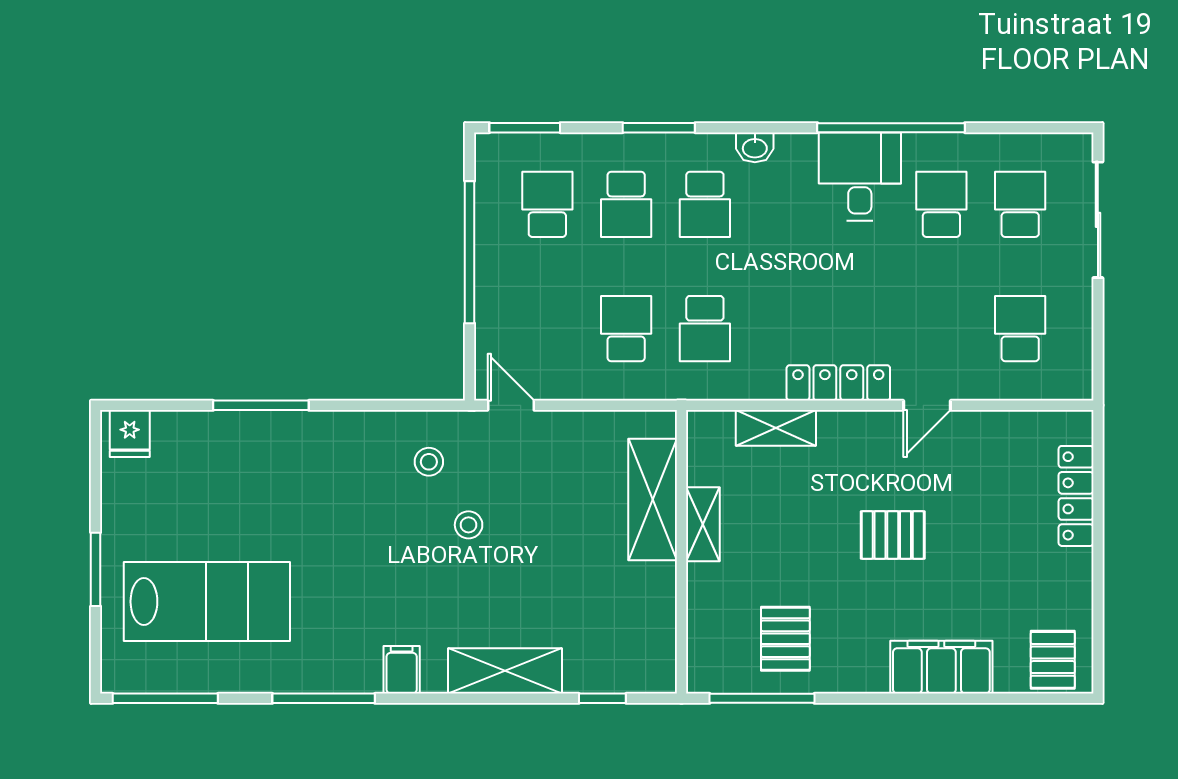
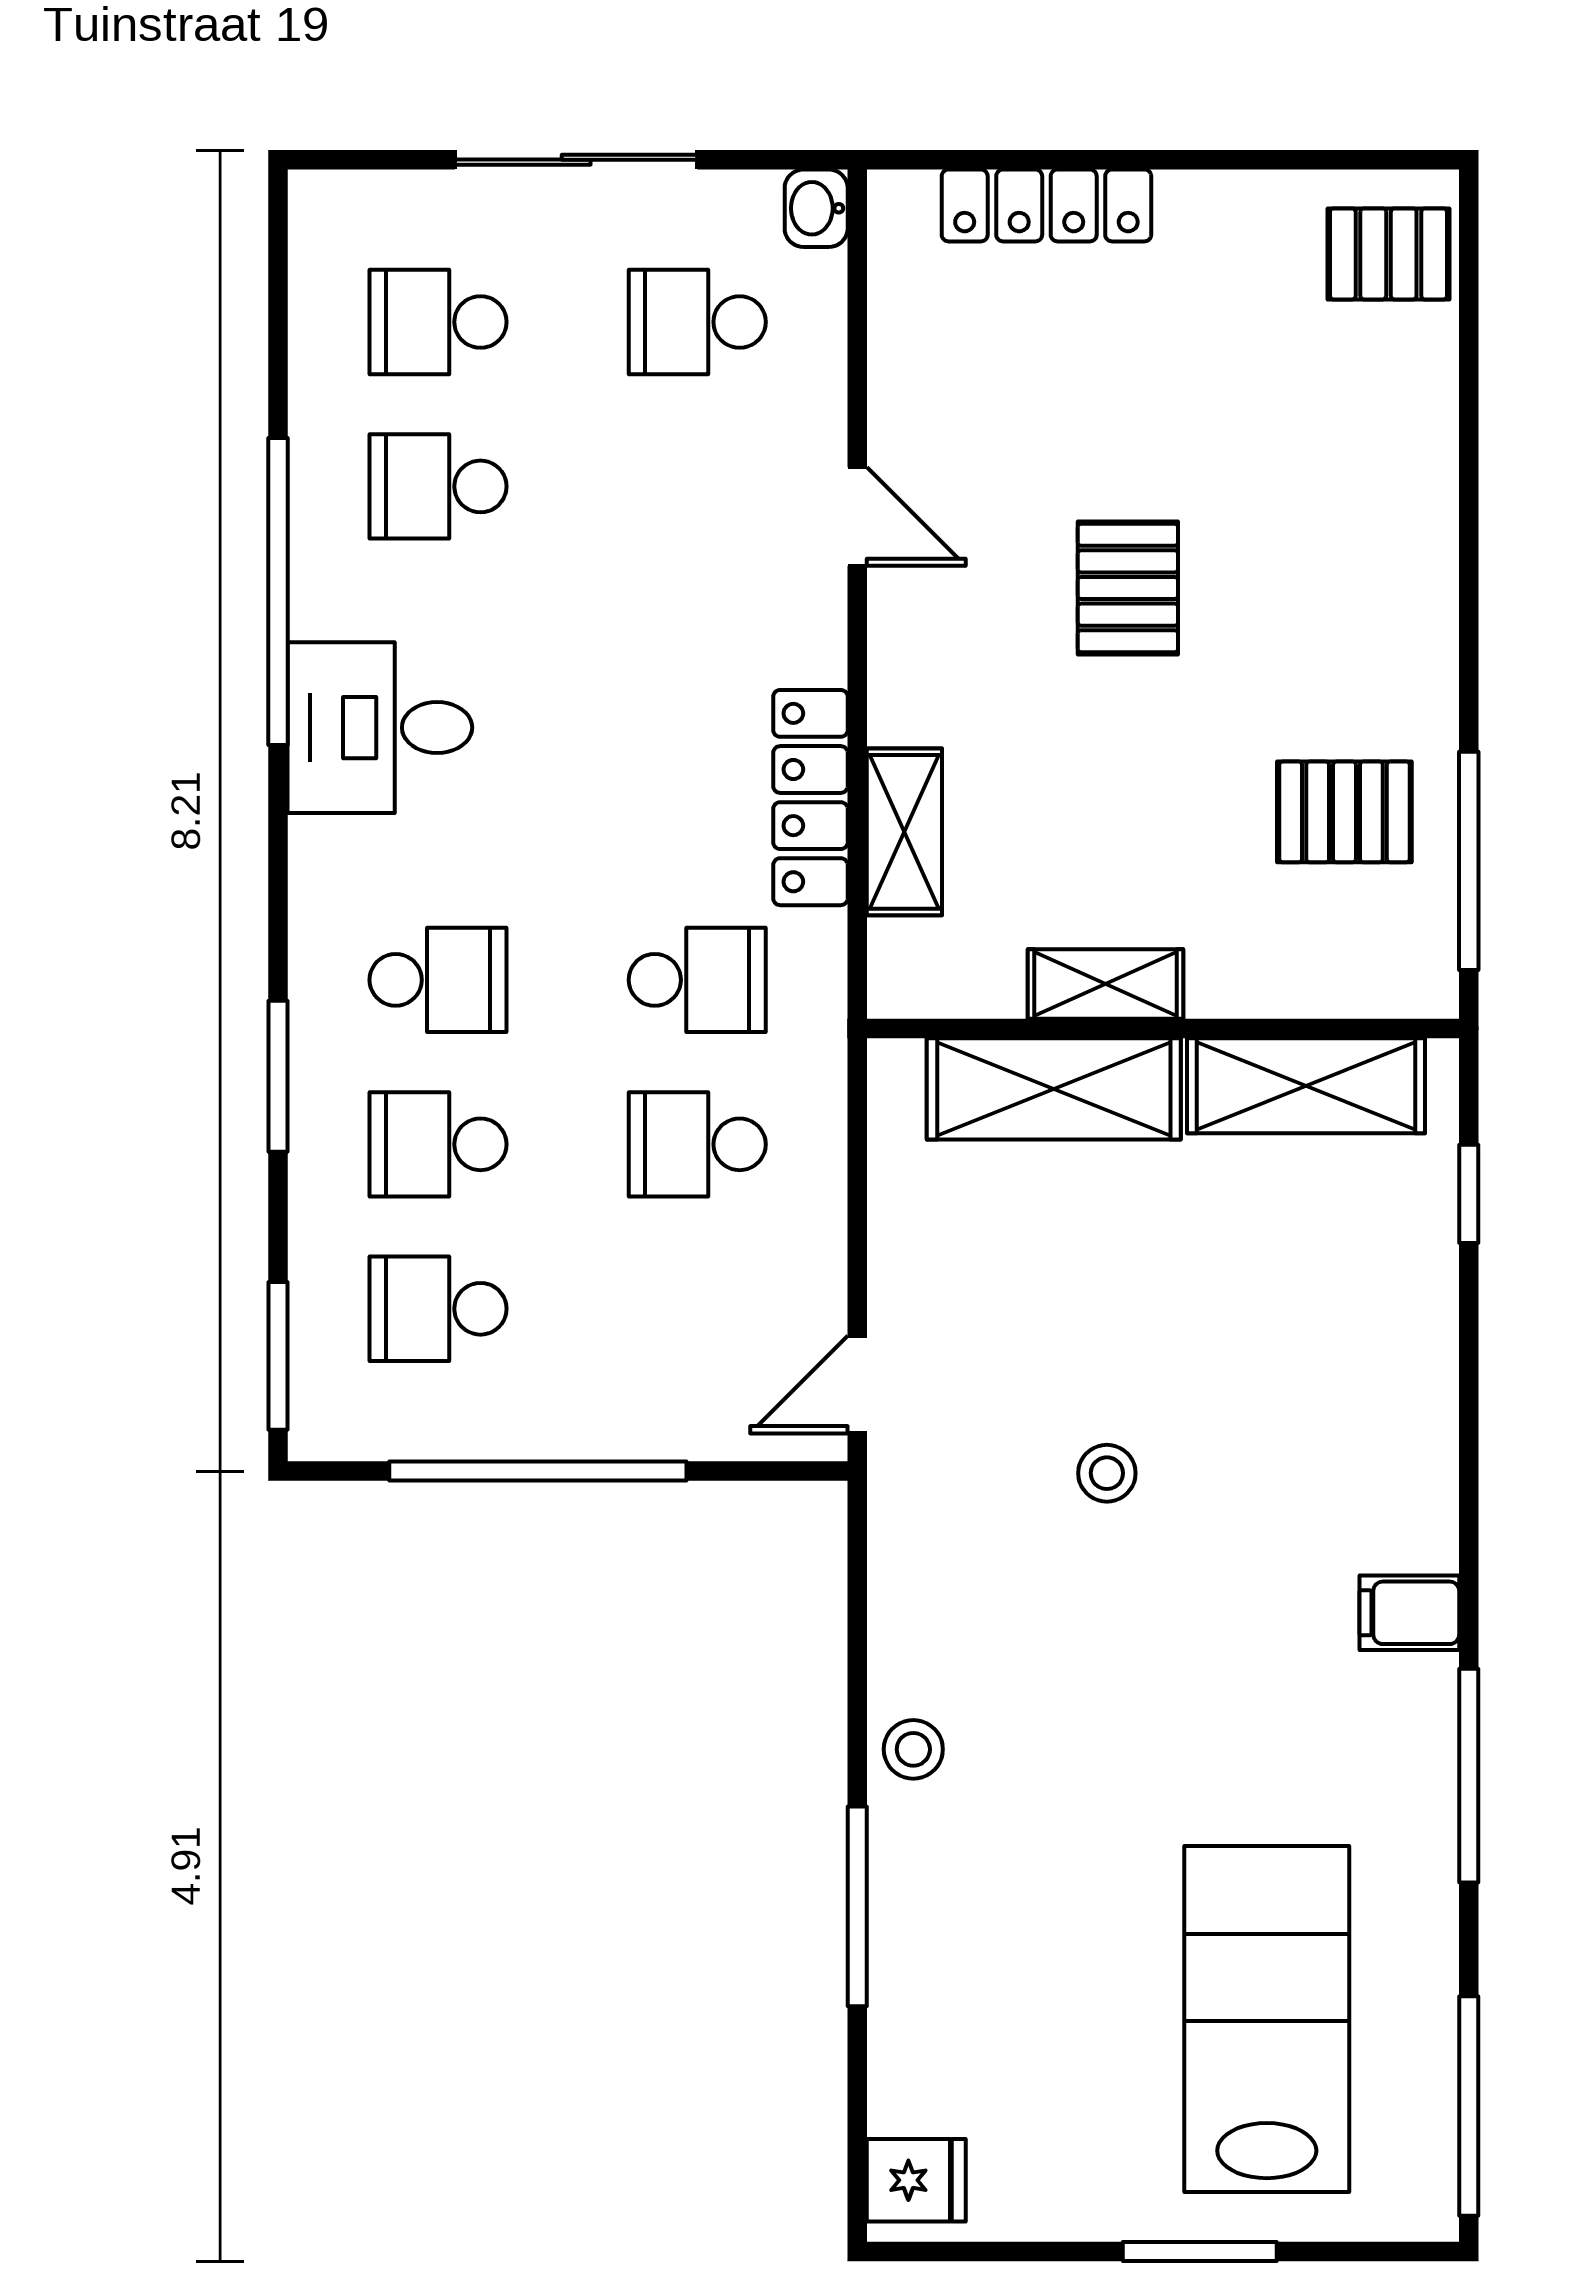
washbasin: (755, 147) -> (816, 208), moved, turned 180
desk: (860, 177) -> (380, 728), moved
school desk: (626, 204) -> (438, 1144), turned 180
sliding door: (1098, 220) -> (576, 160), moved
locker: (838, 383) -> (810, 798), moved
stool: (429, 462) -> (913, 1749), moved
filing cabinet: (941, 667) -> (1404, 486), removed
shelving: (505, 671) -> (1306, 1086), moved, turned 90

